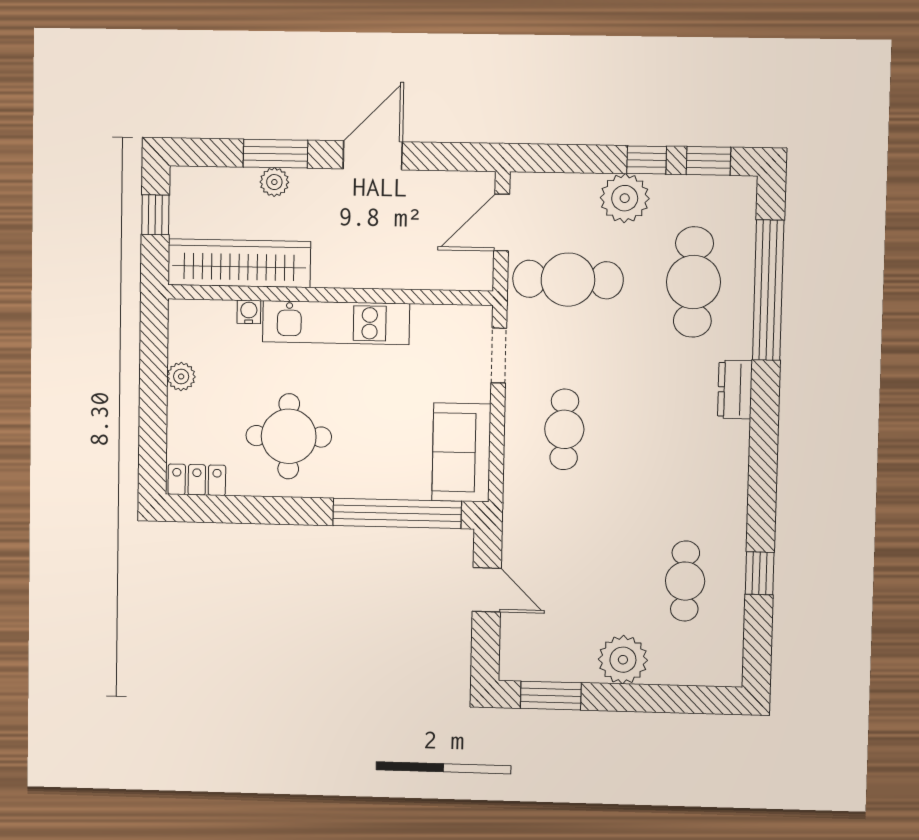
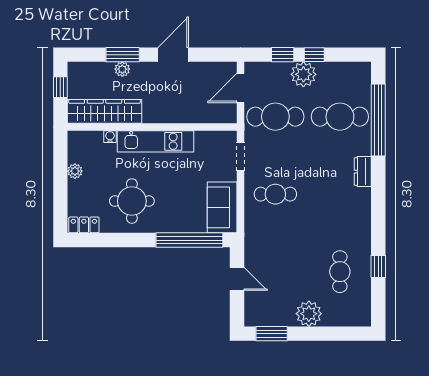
window: (709, 161) -> (283, 55), moved
cafe table: (693, 282) -> (340, 117), turned 90
cafe table: (564, 429) -> (275, 194), turned 90

